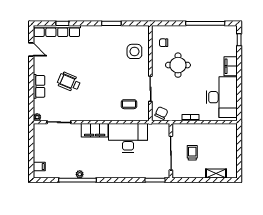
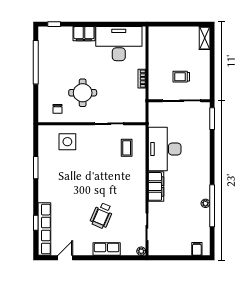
chair: (161, 113) -> (137, 111), removed
shelving: (216, 173) -> (205, 38), moved

